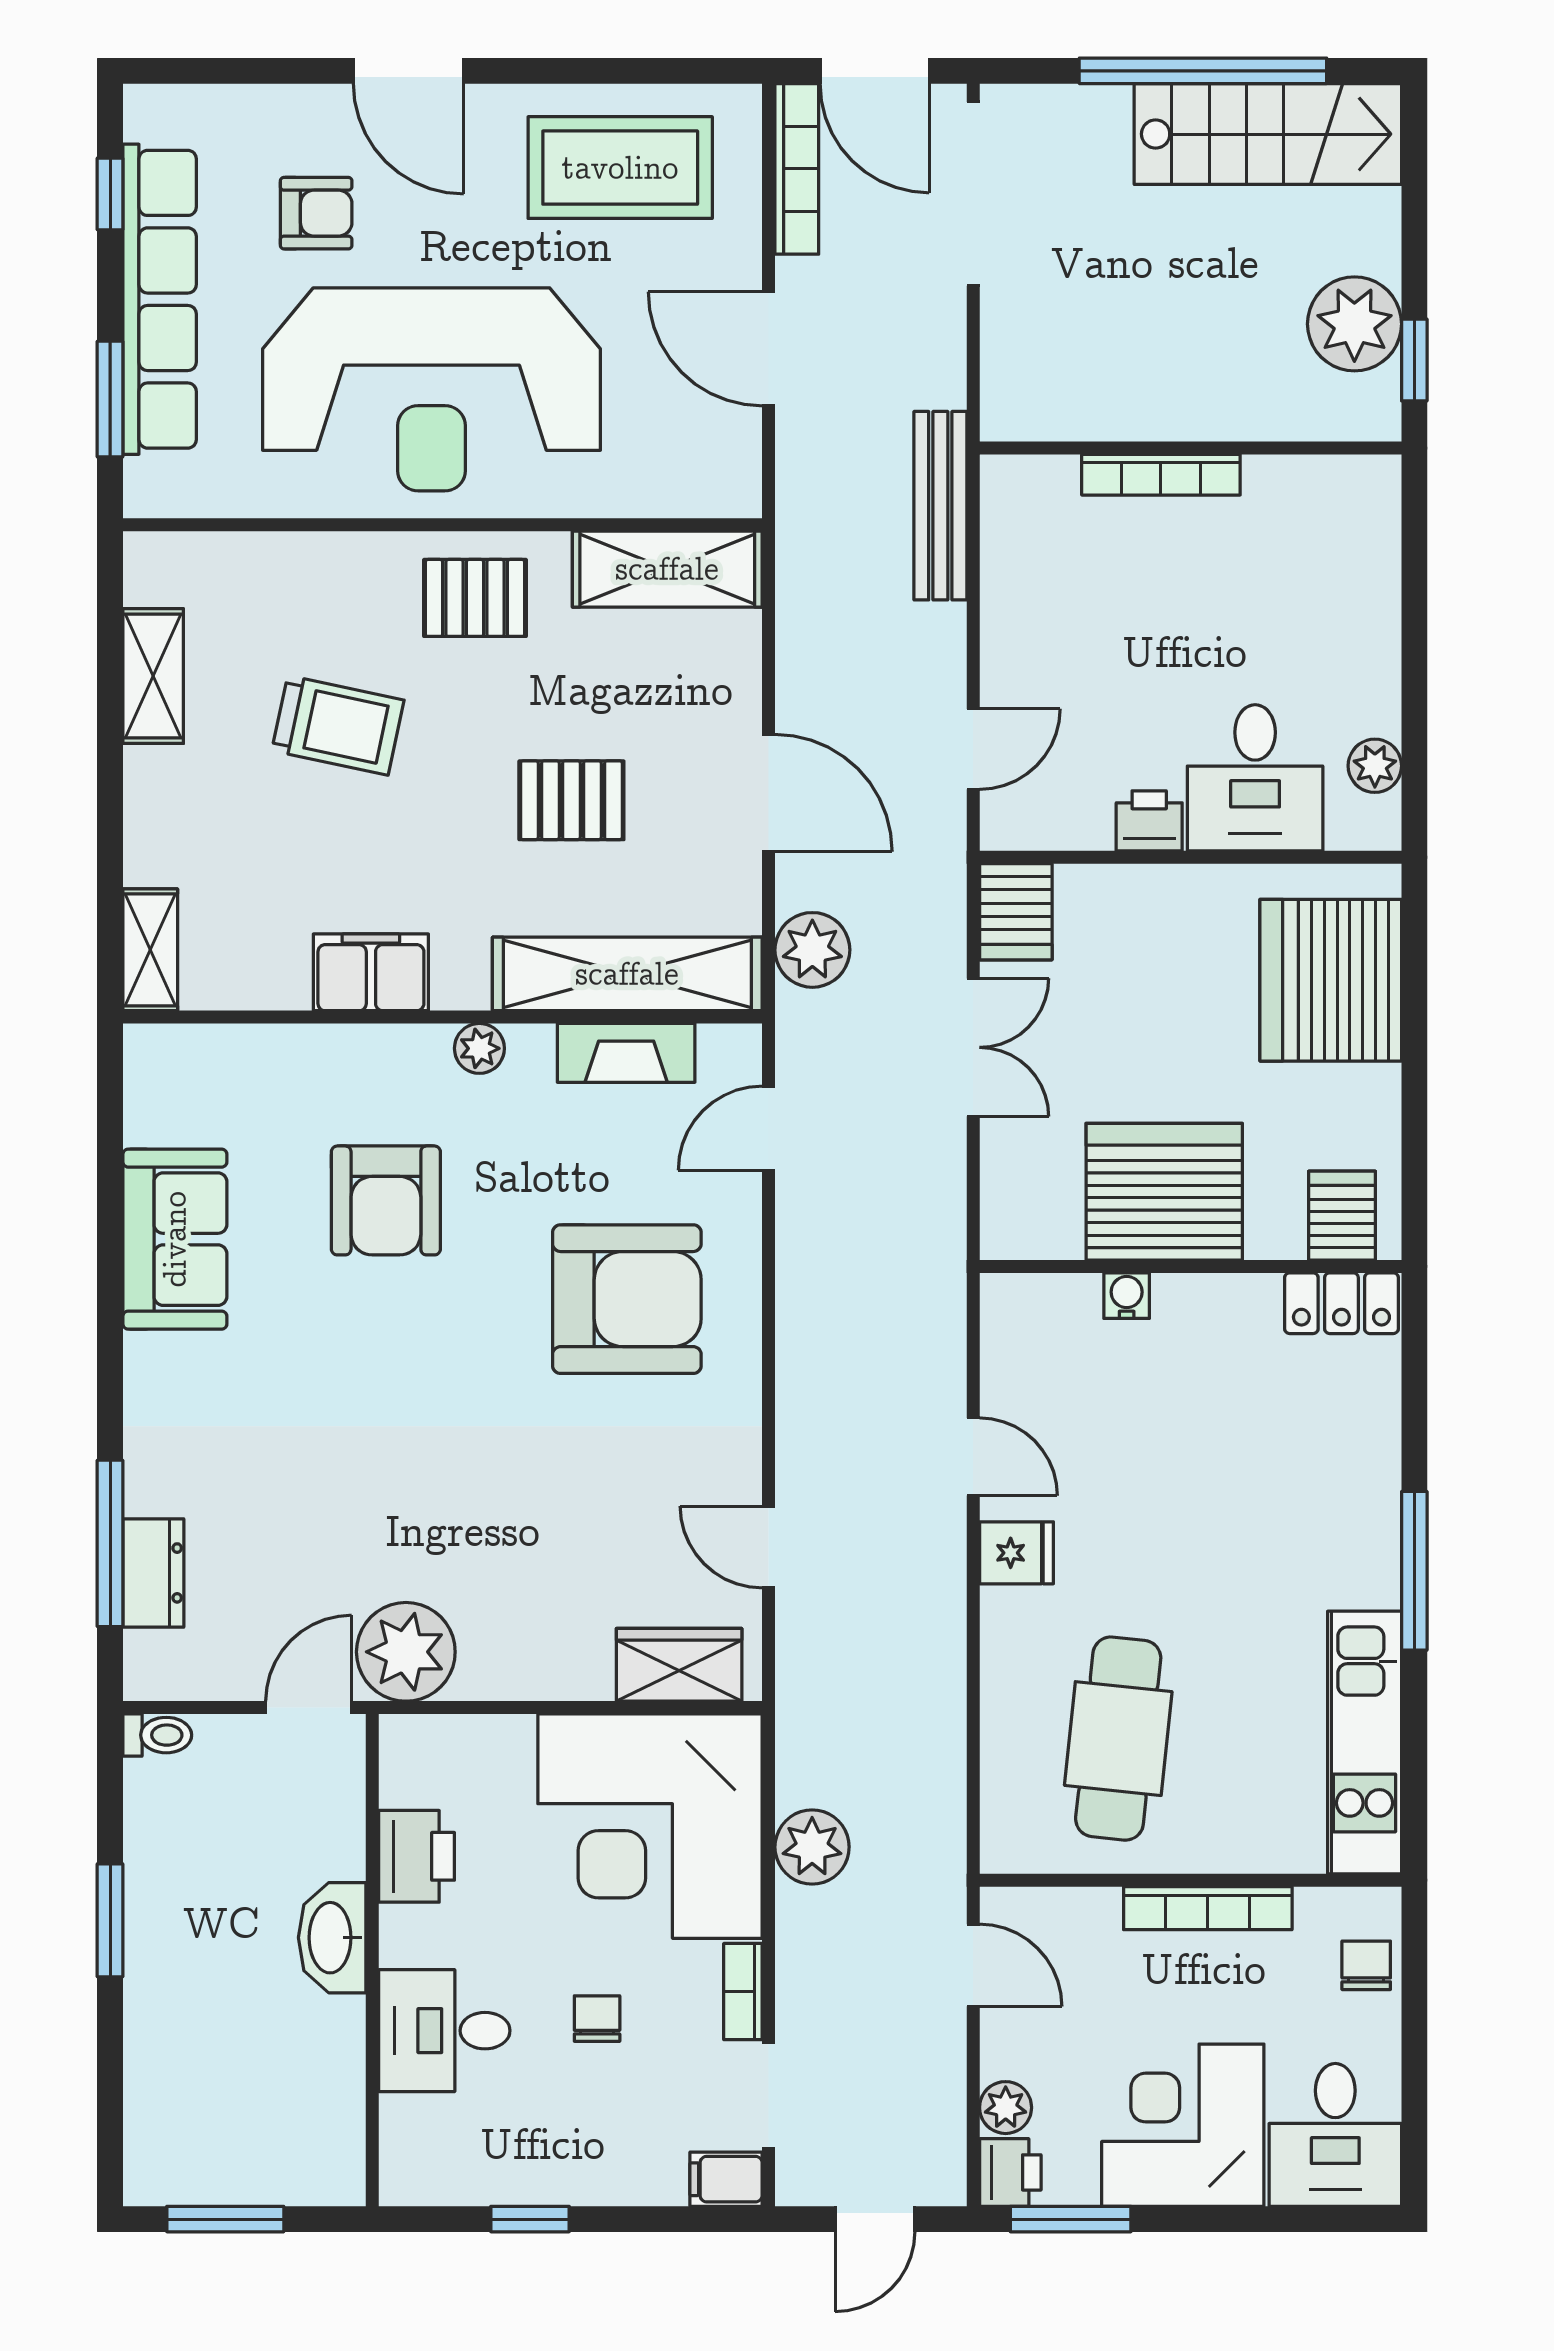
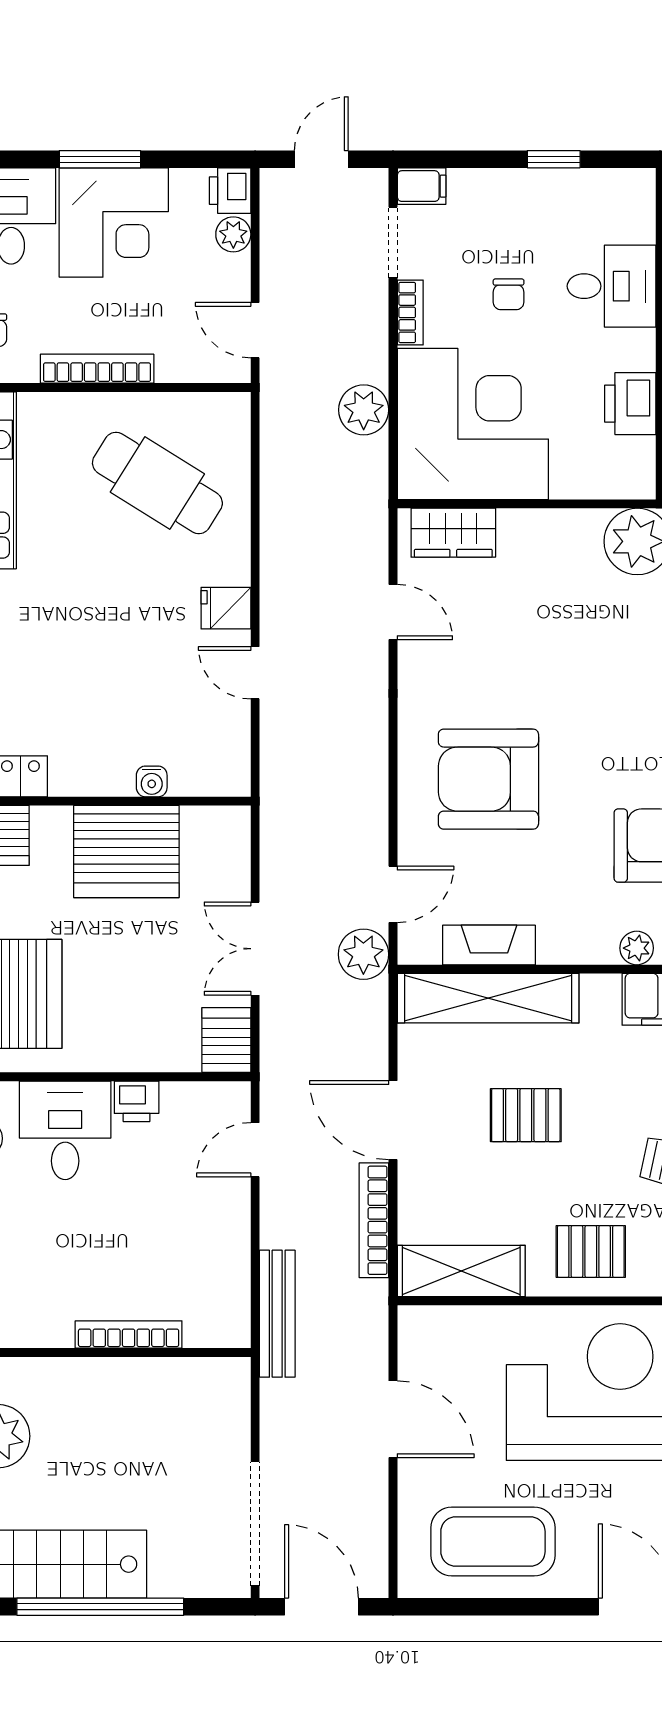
bookcase: (797, 169) -> (374, 1220), moved
plant: (812, 950) -> (363, 954), moved
plant: (479, 1048) -> (637, 948), moved
cafe table: (1118, 1739) -> (157, 483), turned -64
window: (1071, 2219) -> (100, 159), moved

